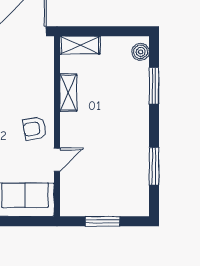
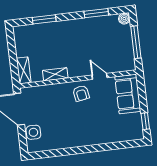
boiler: (141, 52) -> (124, 19), moved
window: (103, 221) -> (136, 42), width x1.44

